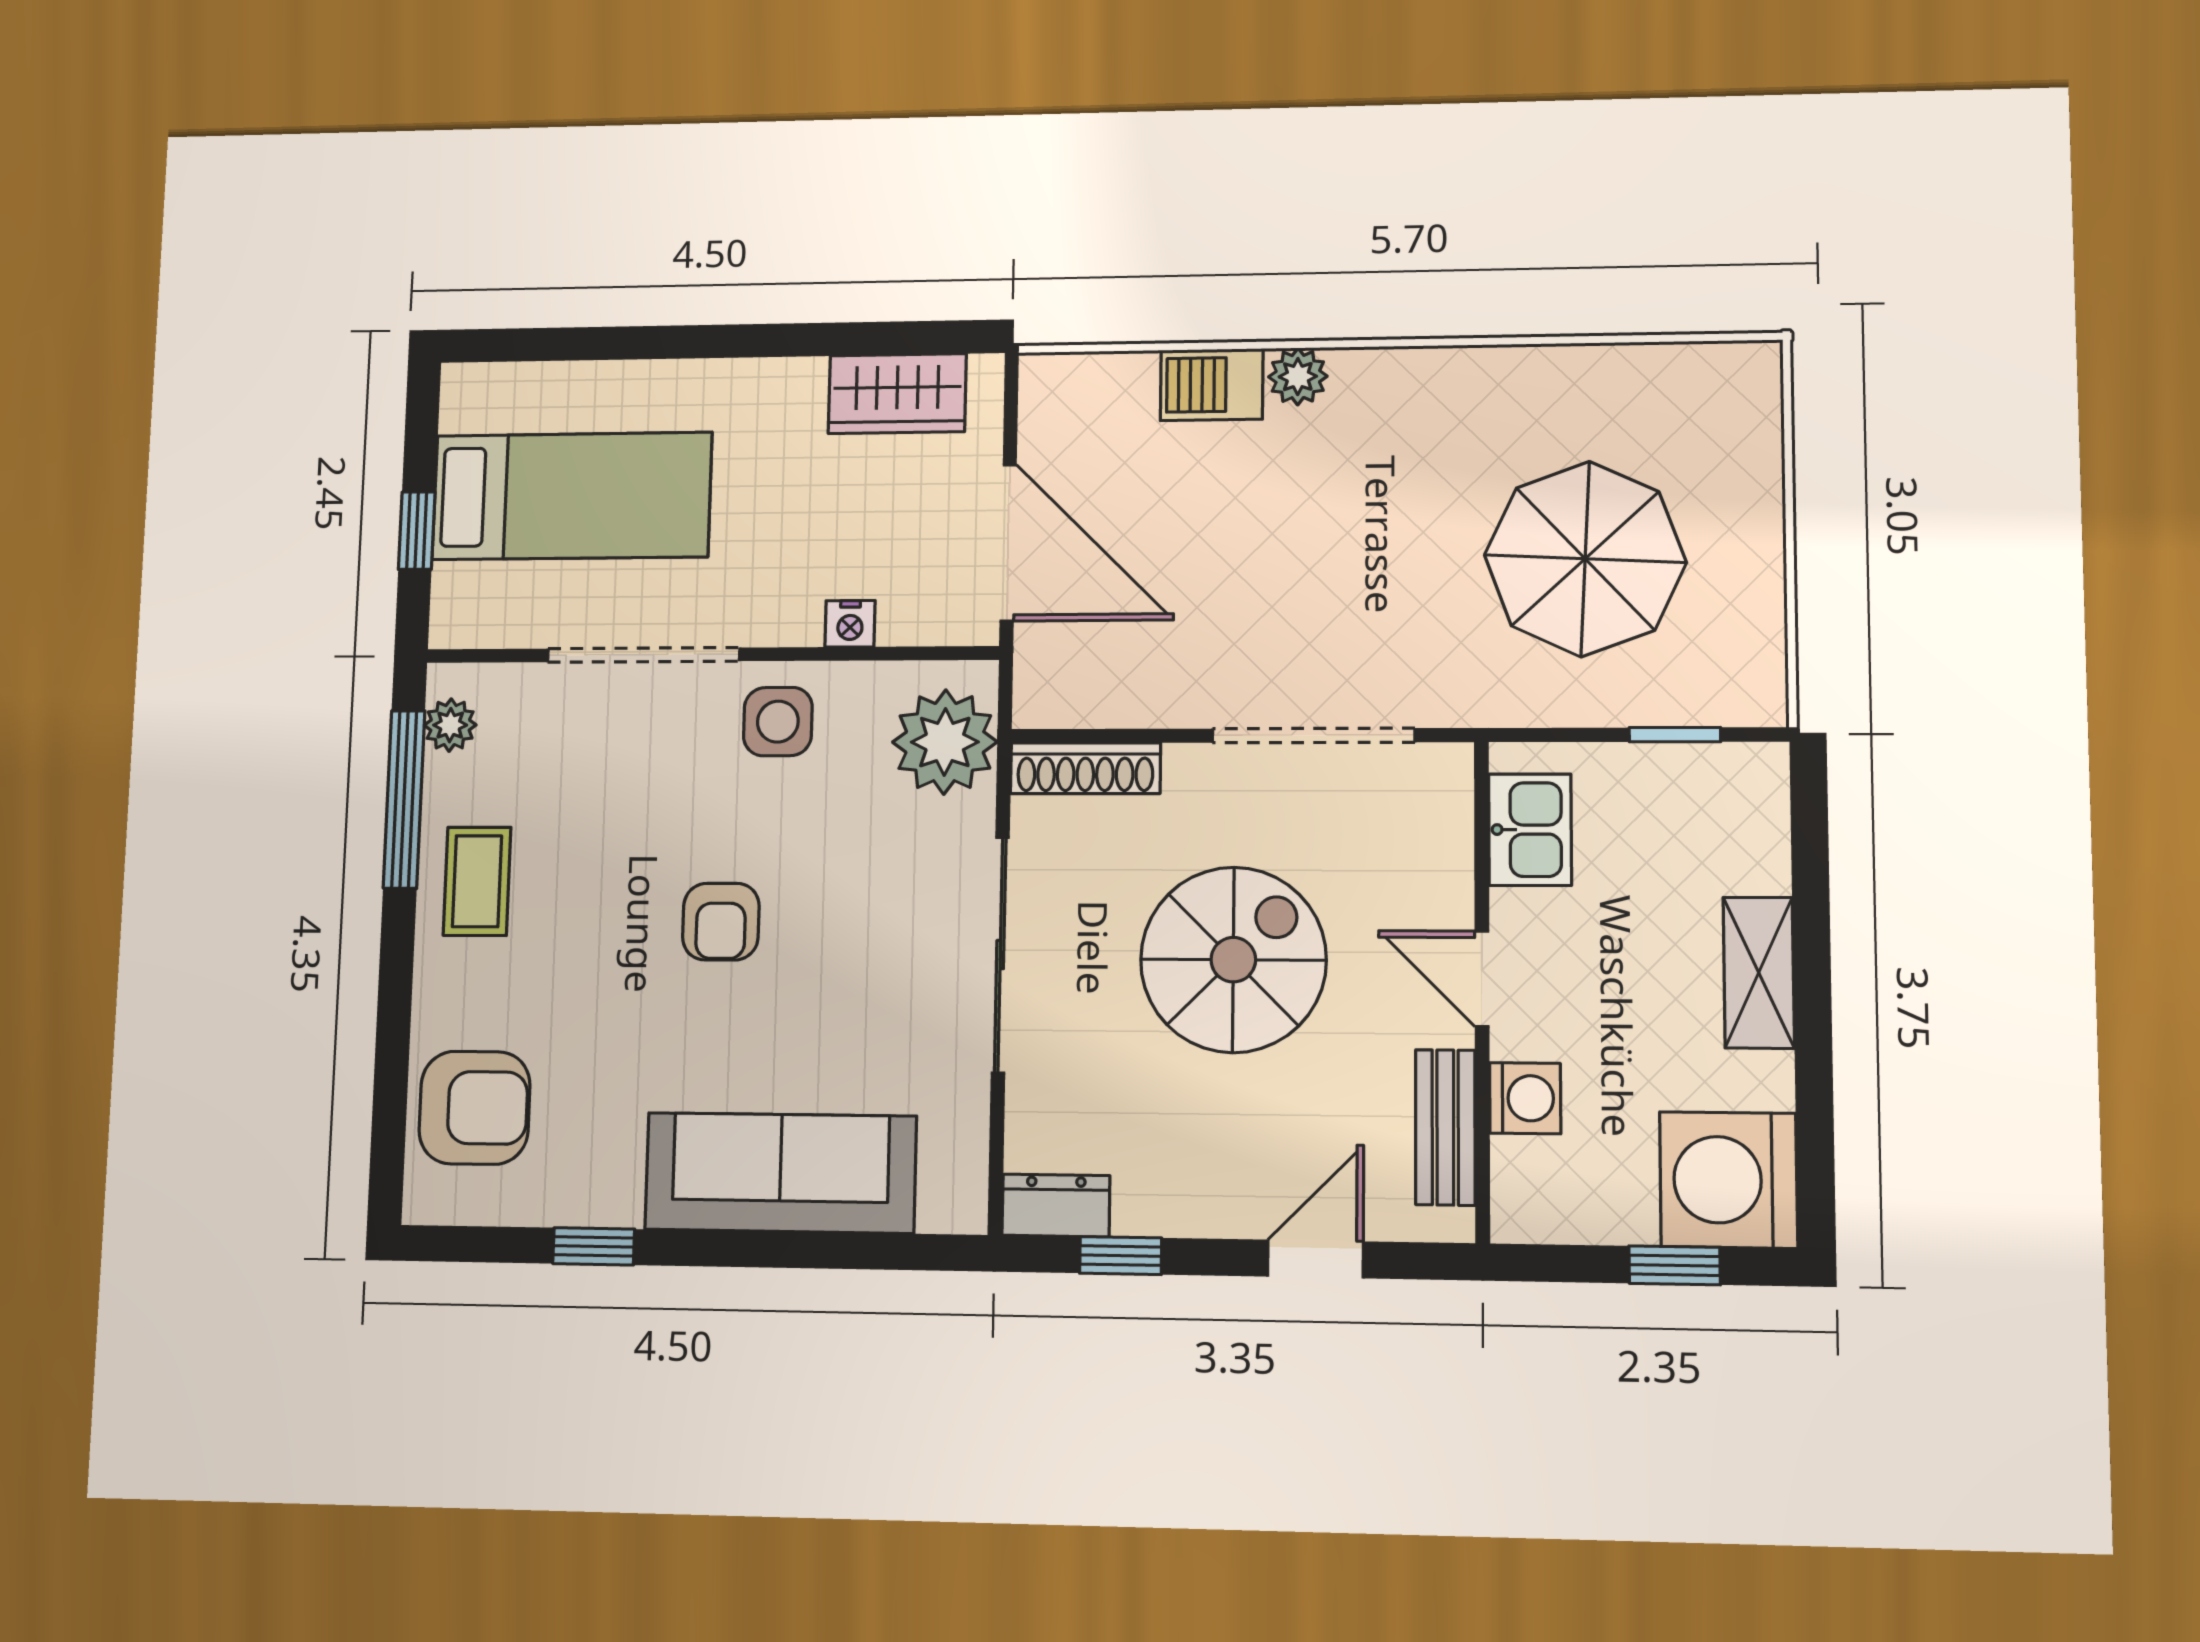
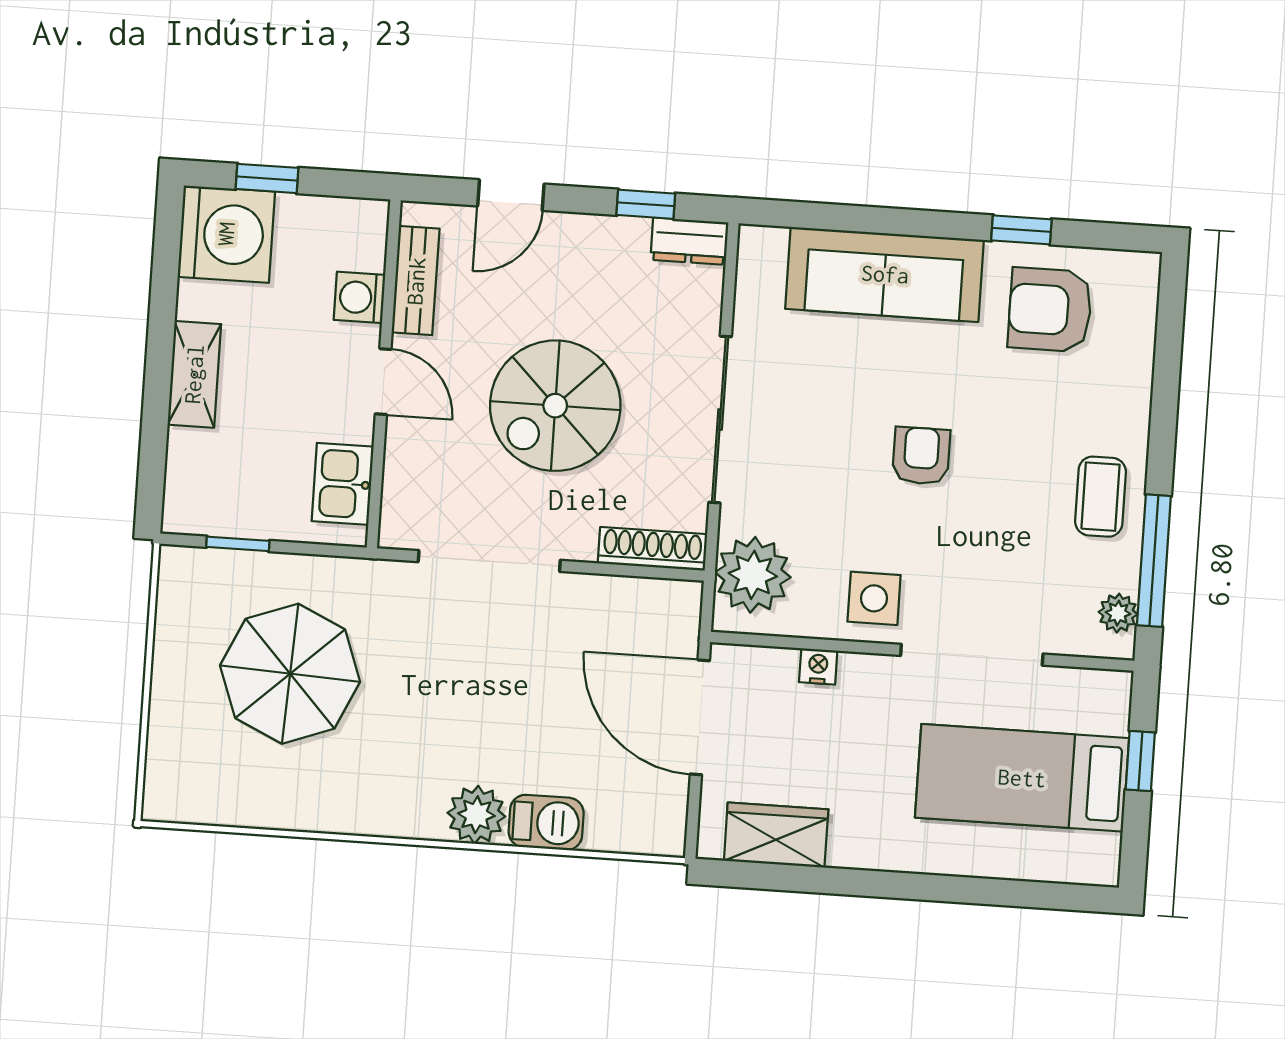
plant: (1298, 377) -> (476, 815), width x1.38, depth x1.38
armchair: (474, 1108) -> (1050, 310), moved

